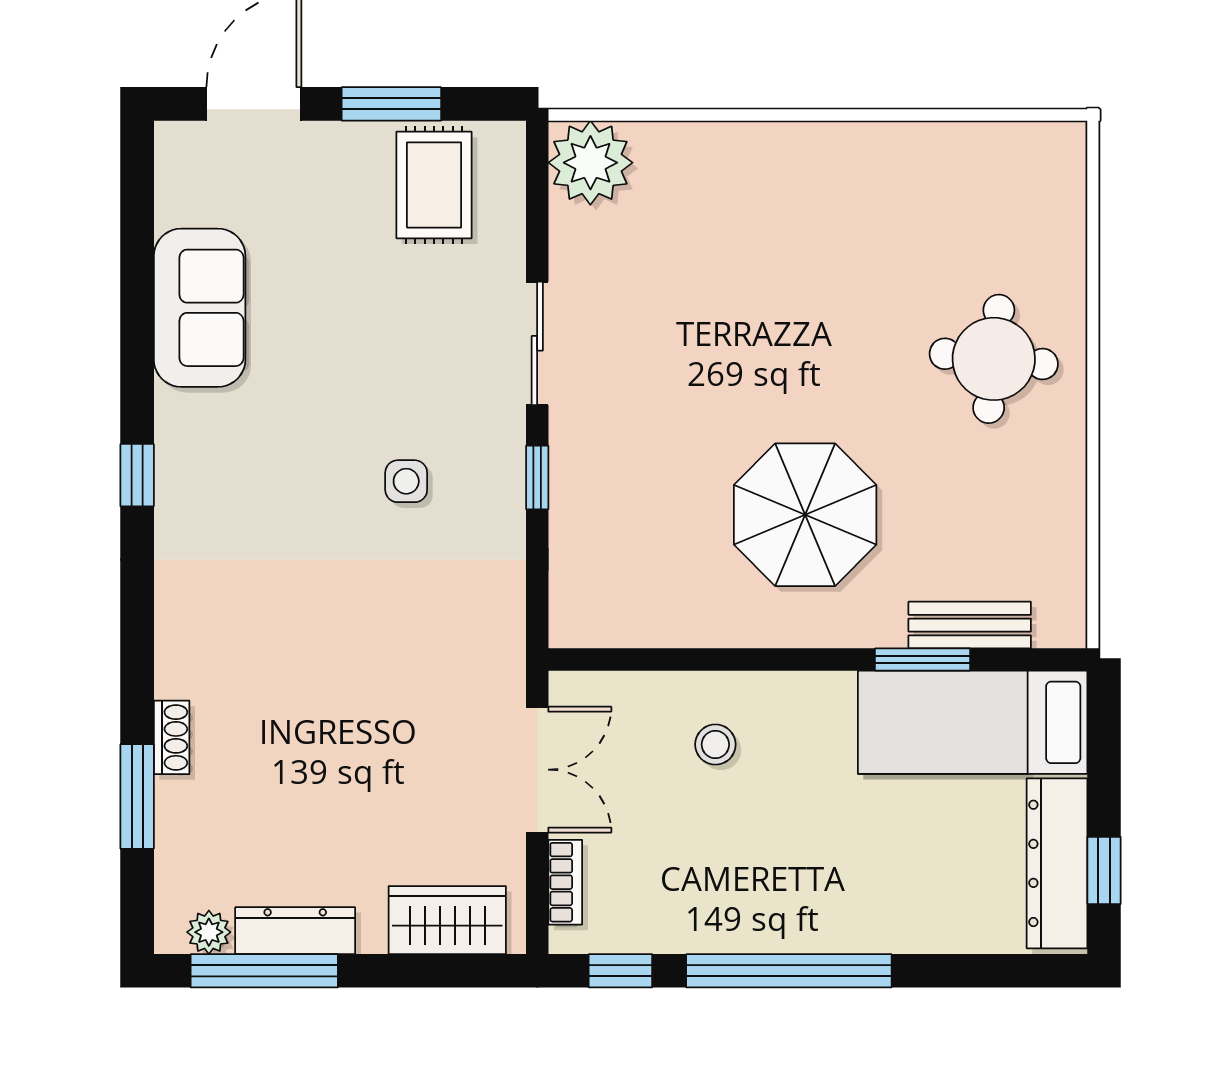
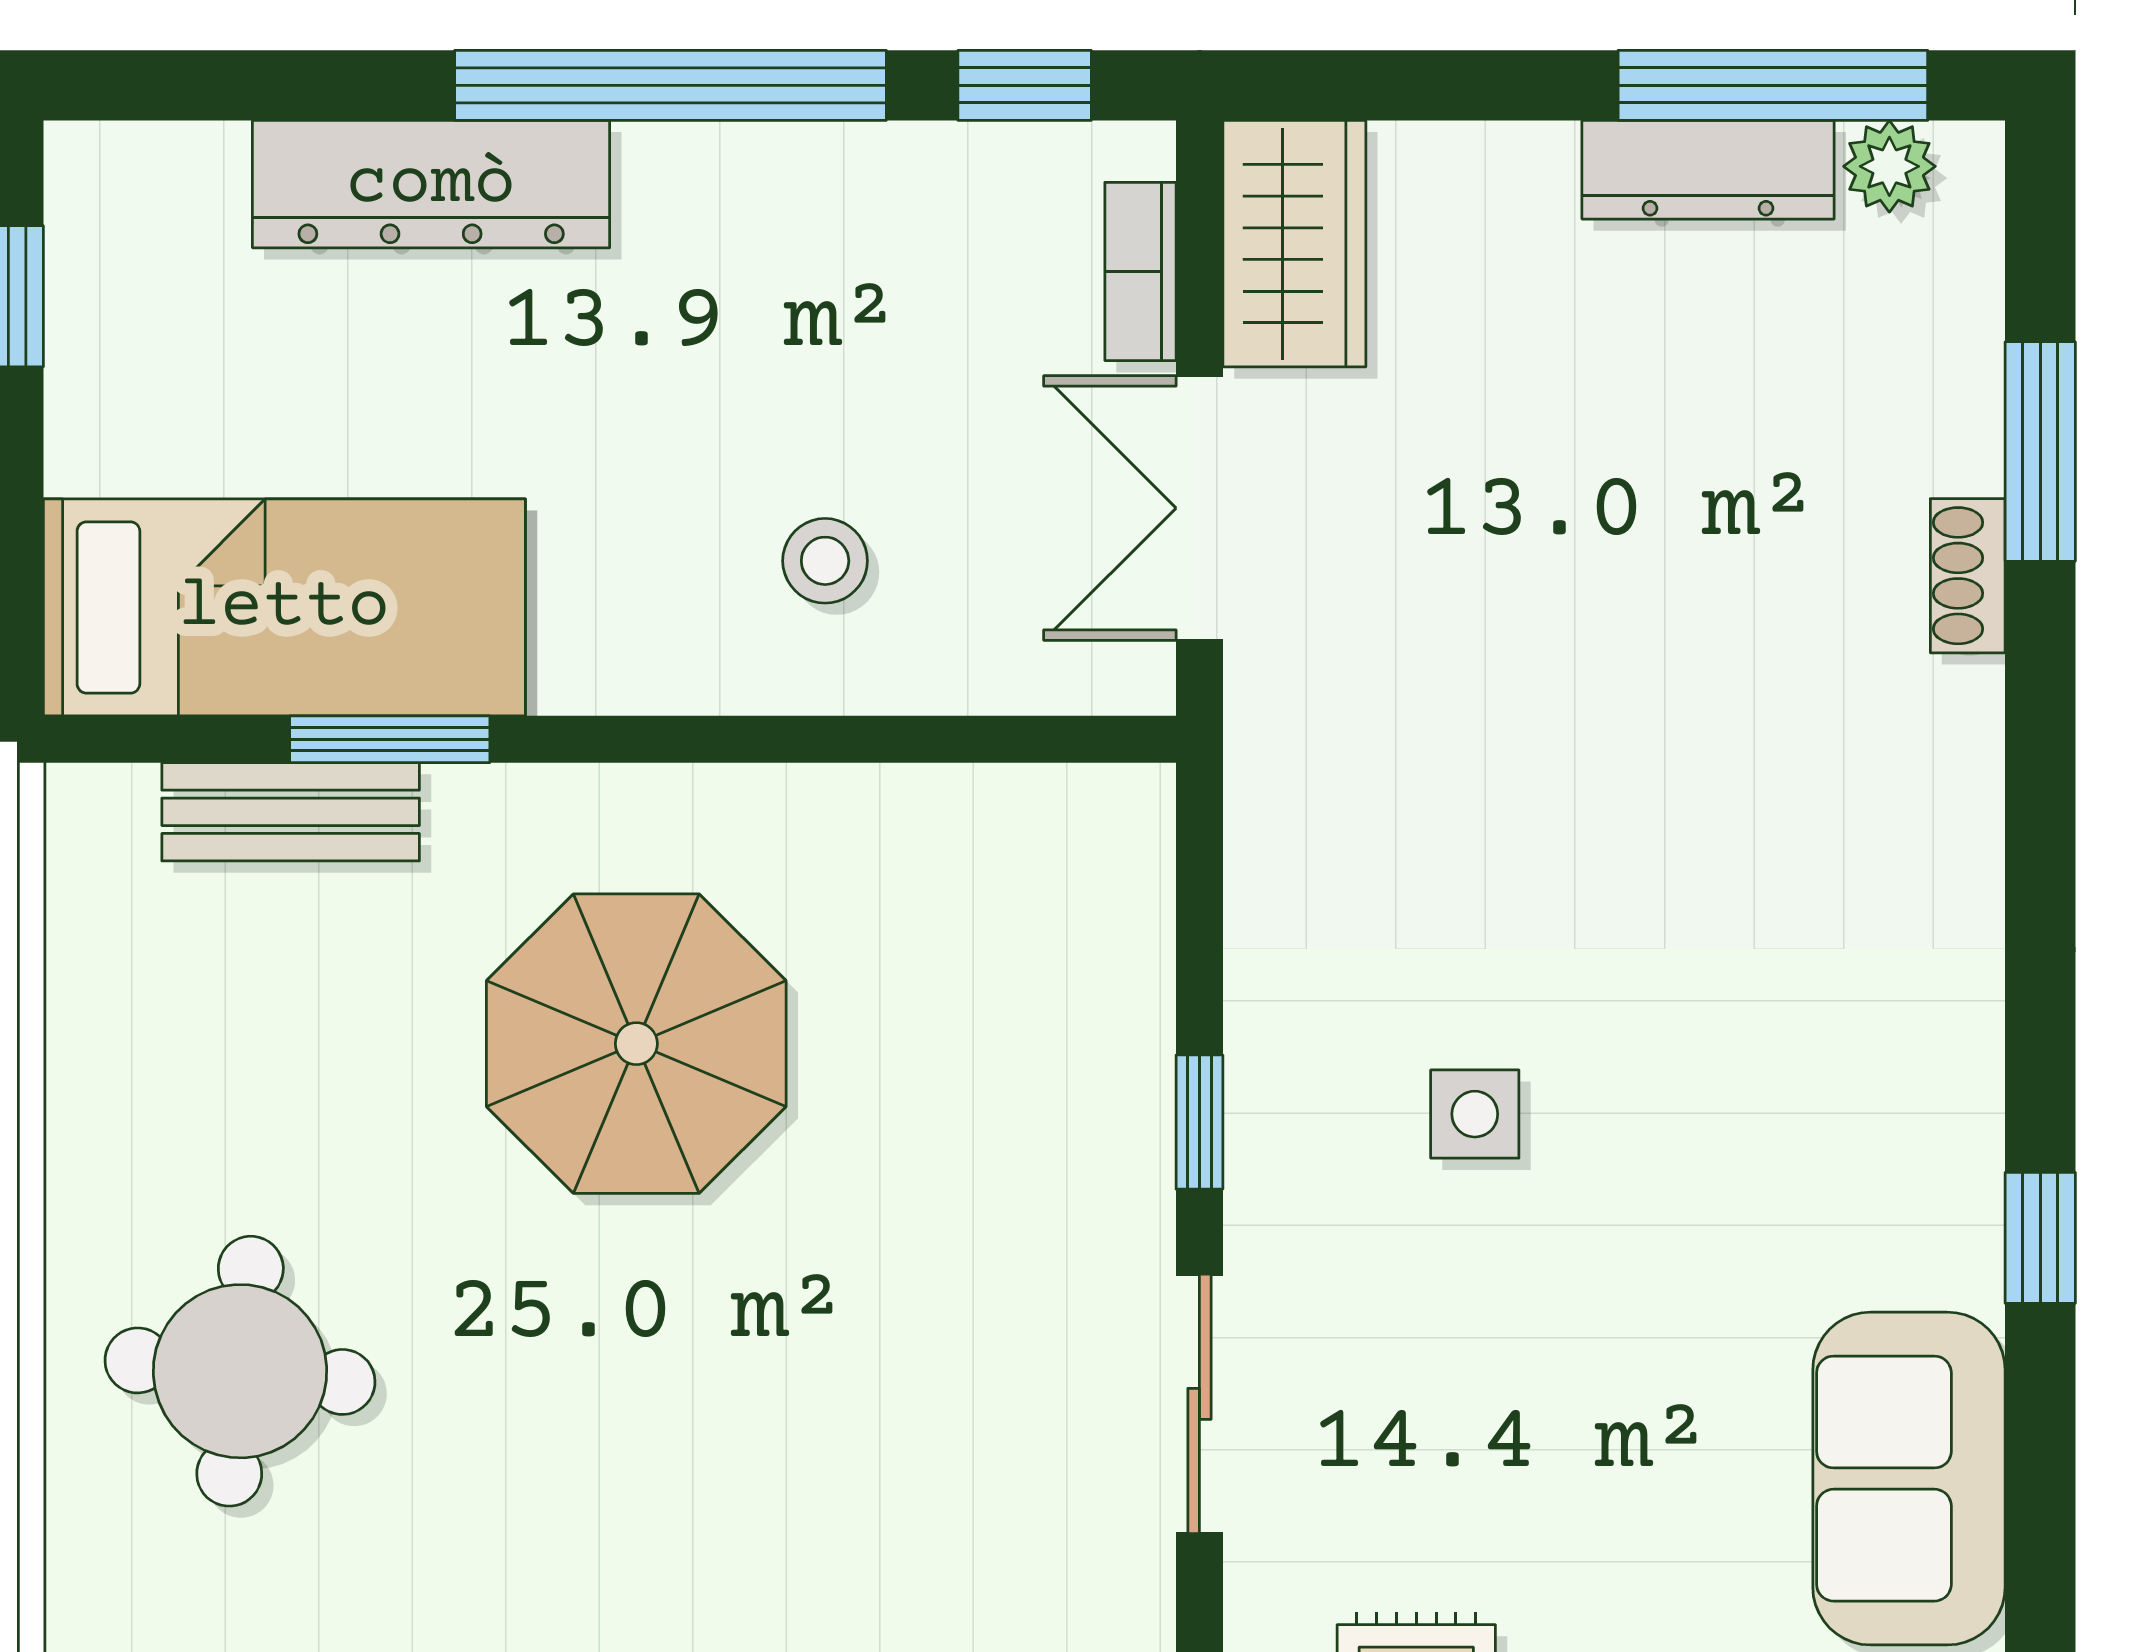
window: (137, 475) -> (2040, 1238), moved
dresser: (1057, 863) -> (431, 184), moved, turned 90
wardrobe: (447, 920) -> (1294, 244), moved, turned -90

